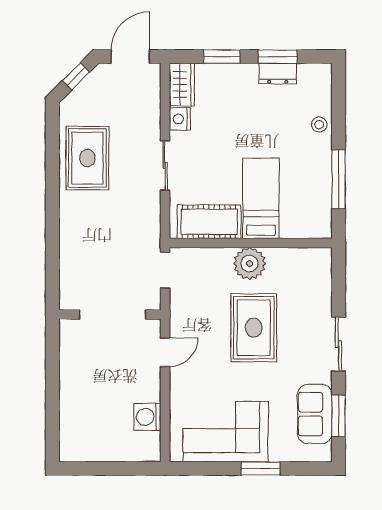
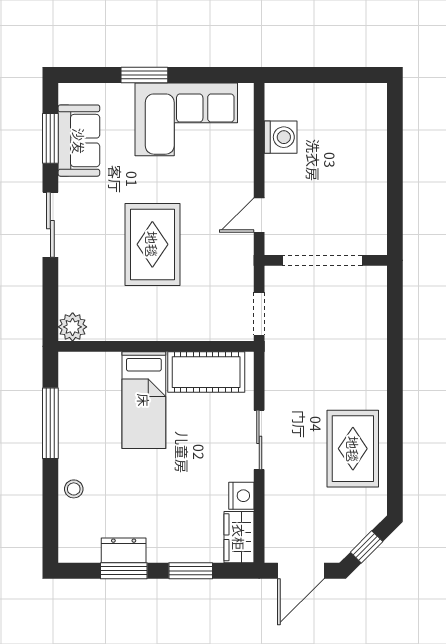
plant: (250, 264) -> (73, 327), moved, width x0.73, depth x0.73

